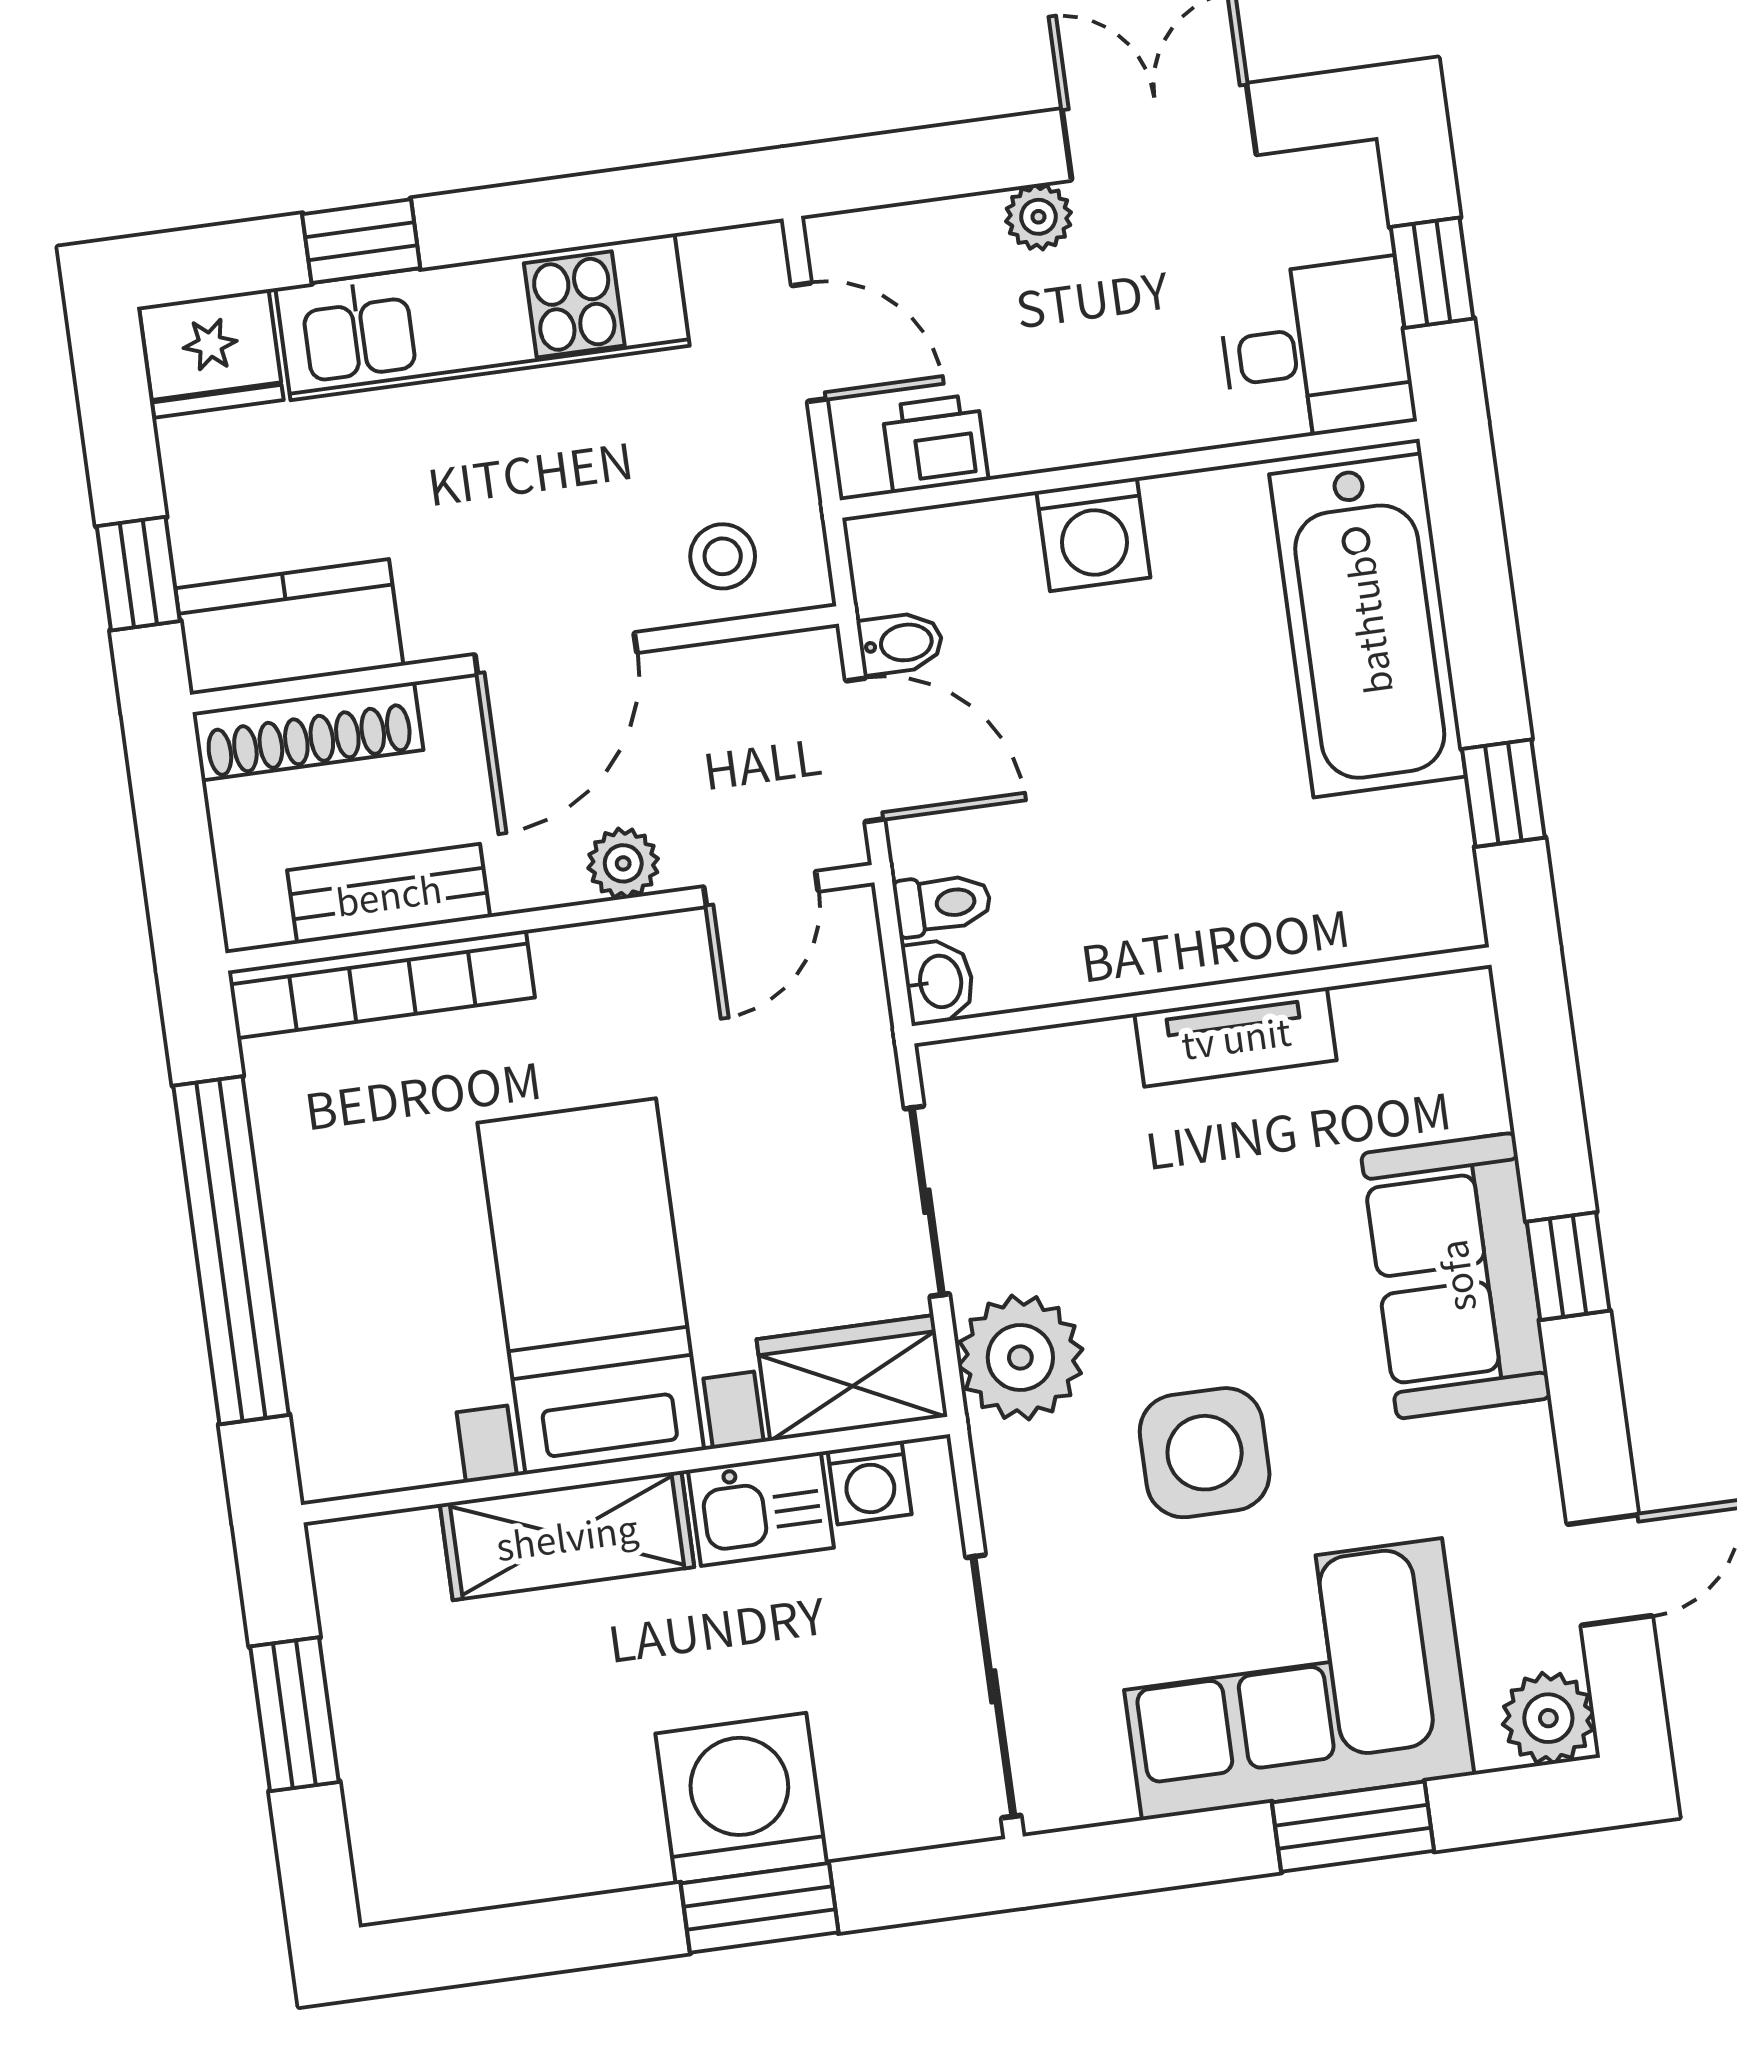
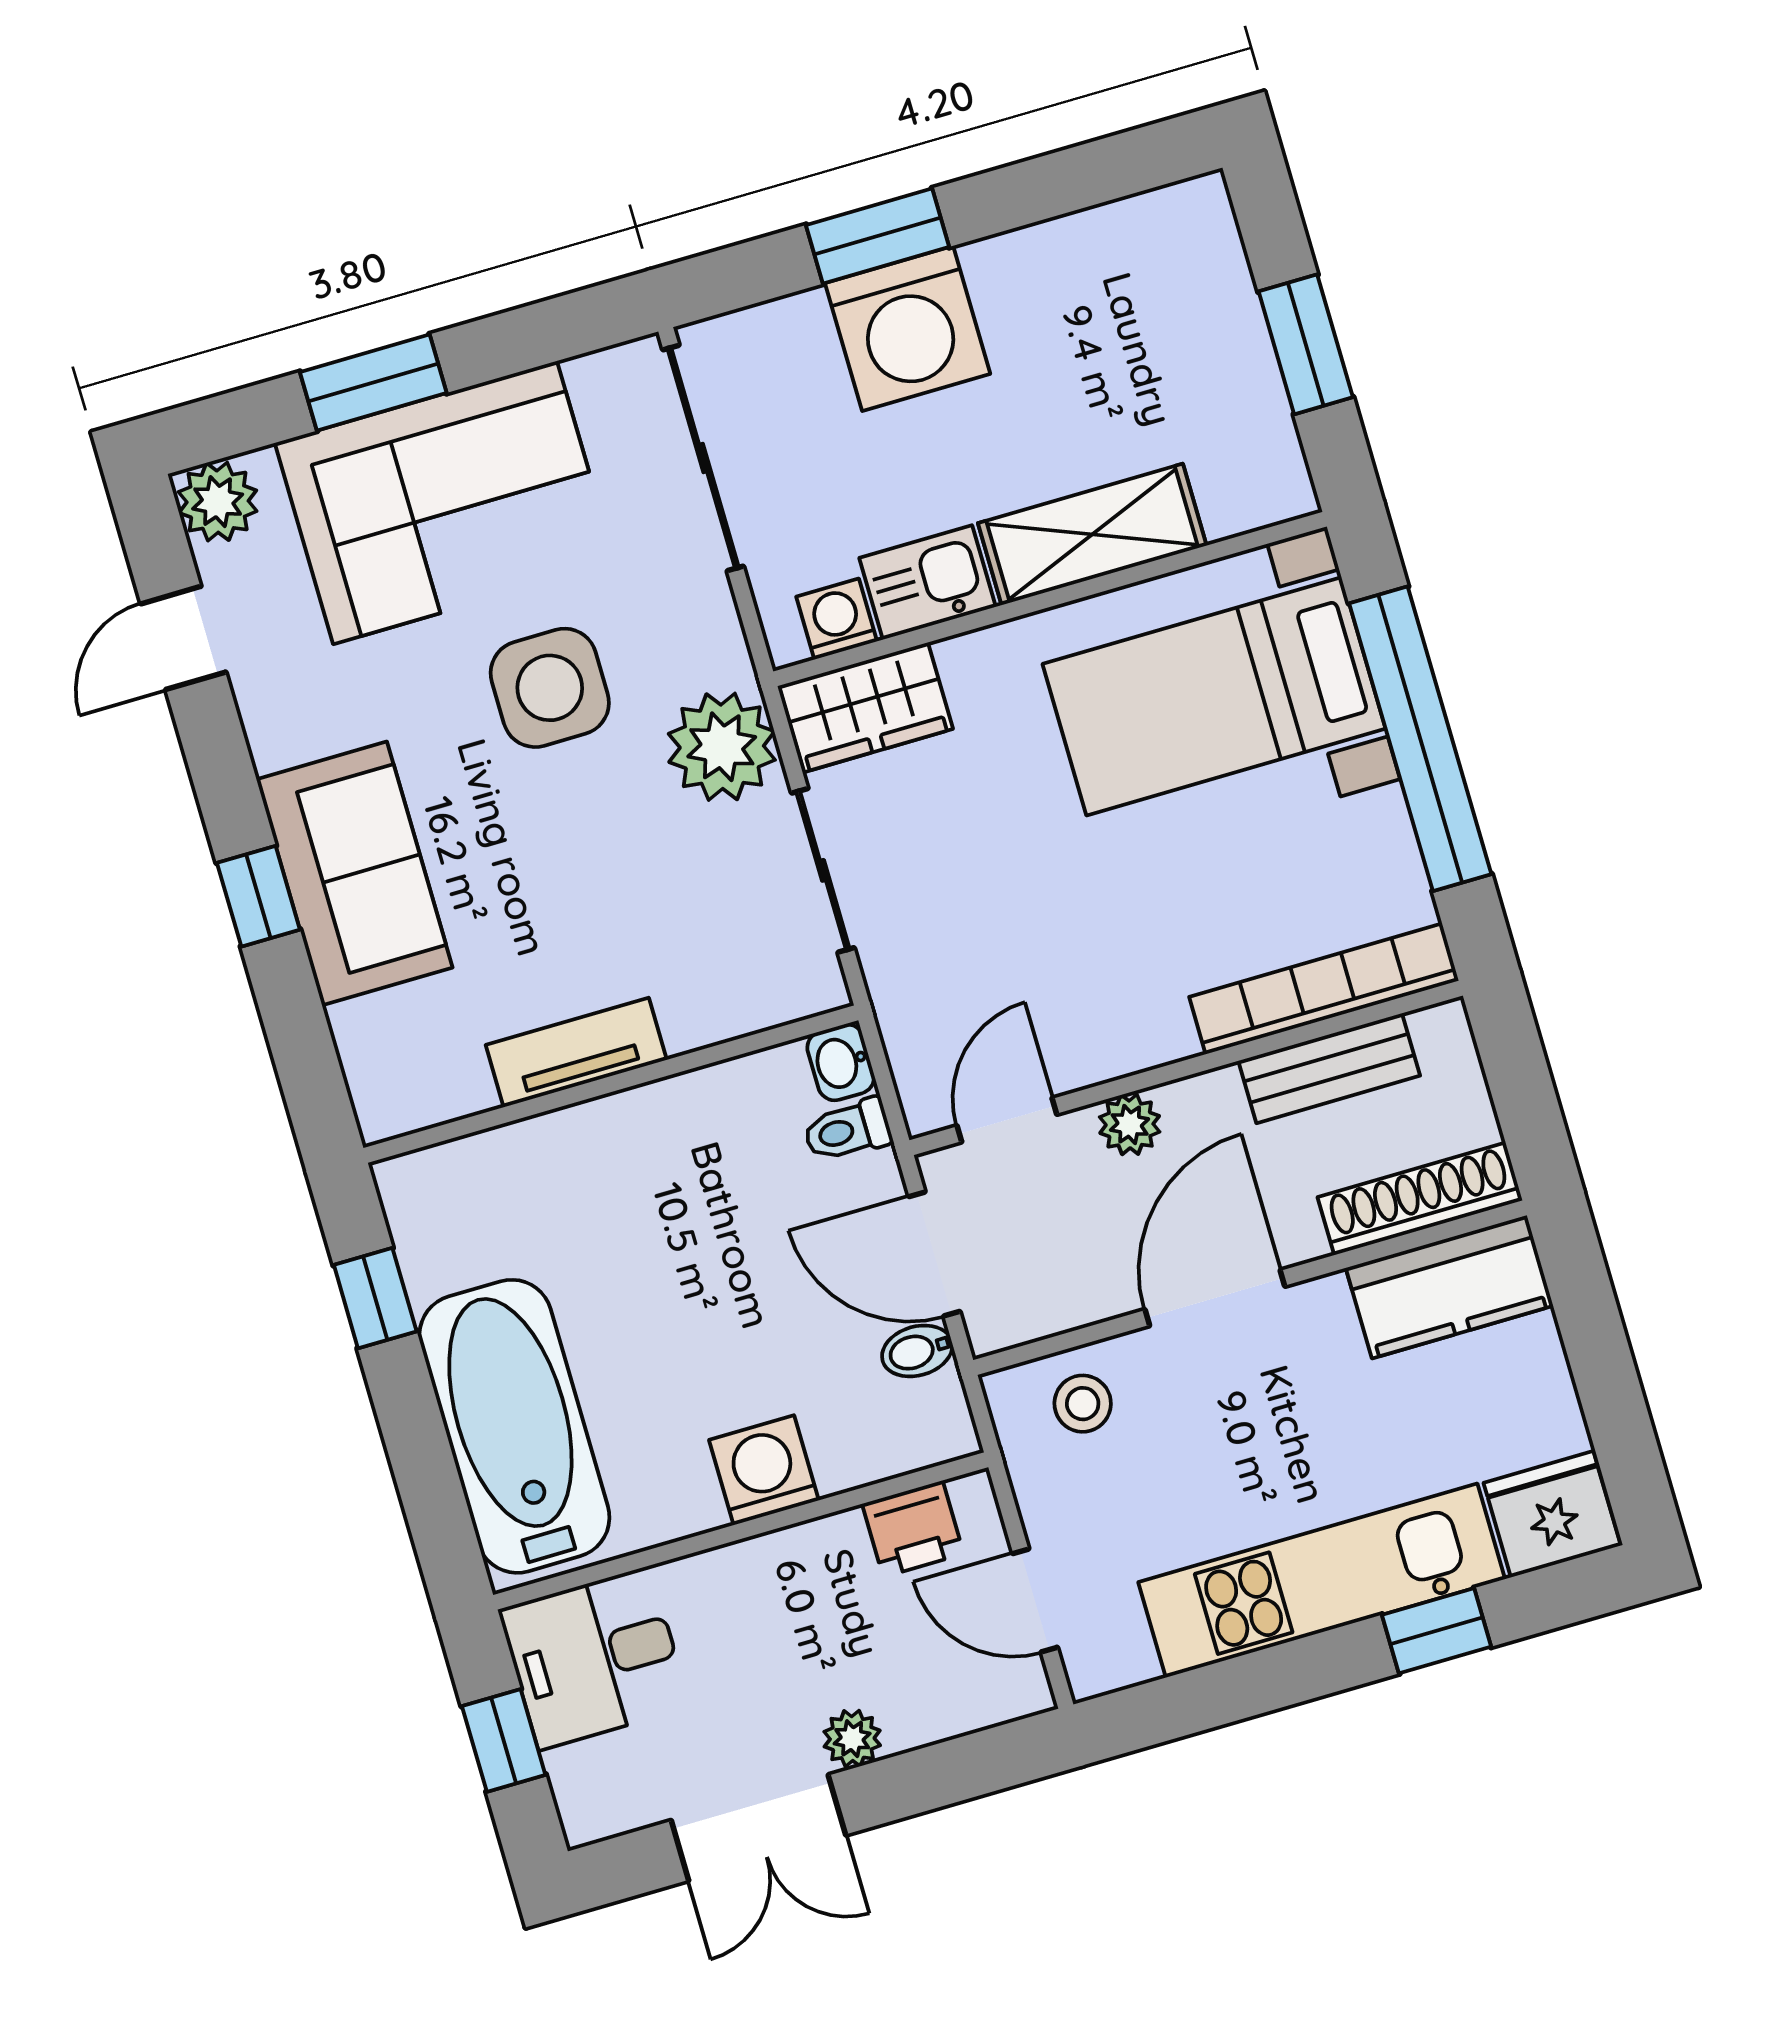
window: (138, 574) -> (1587, 1314), removed
bed with nightstands: (591, 1286) -> (1214, 696), moved, turned 90

